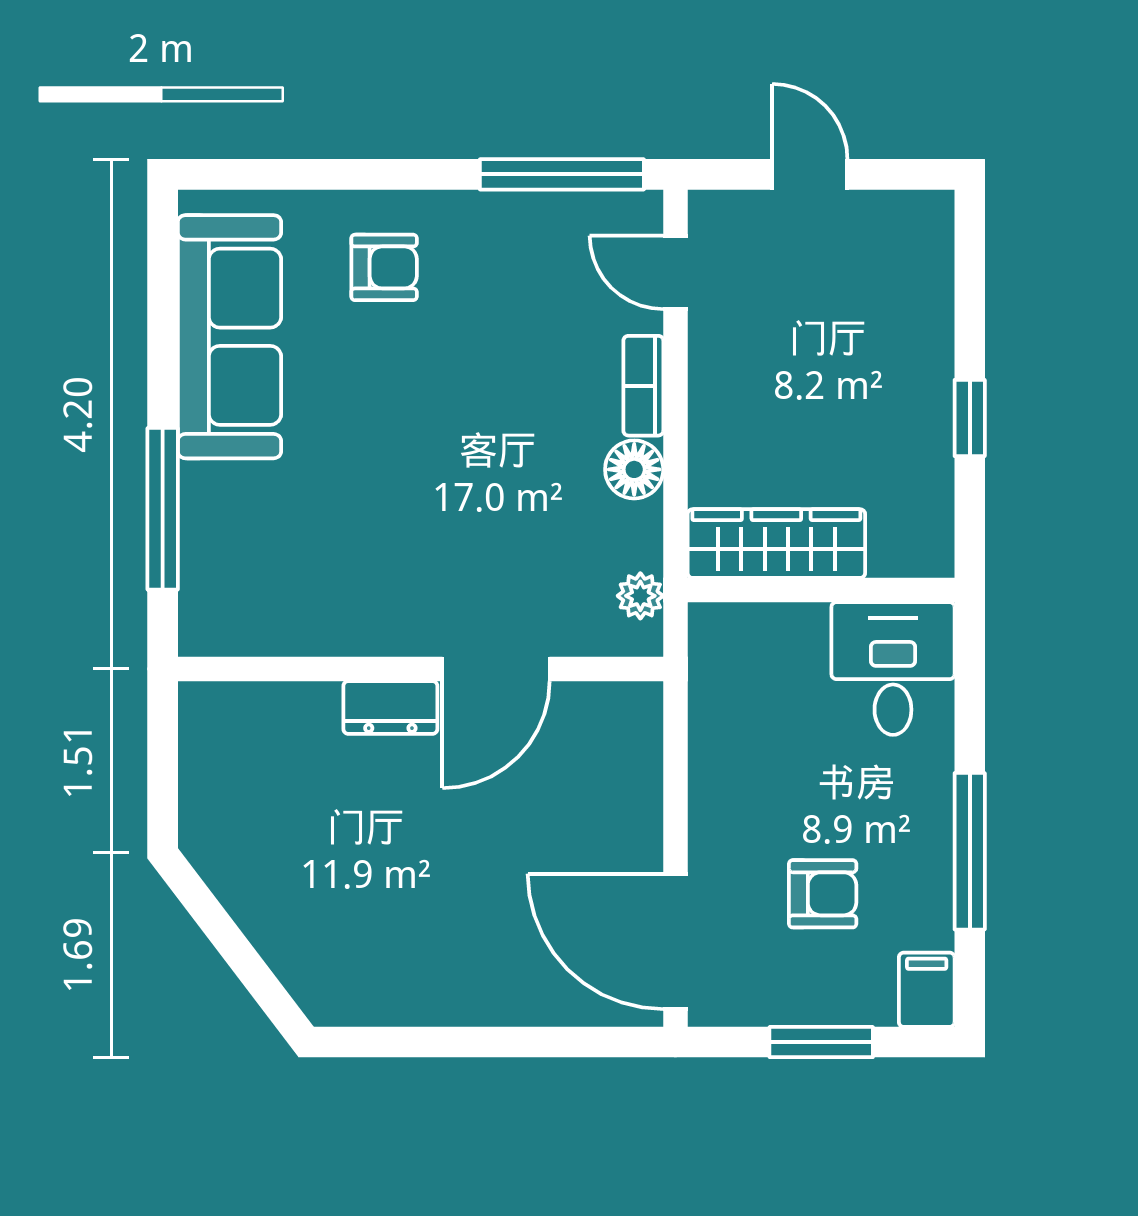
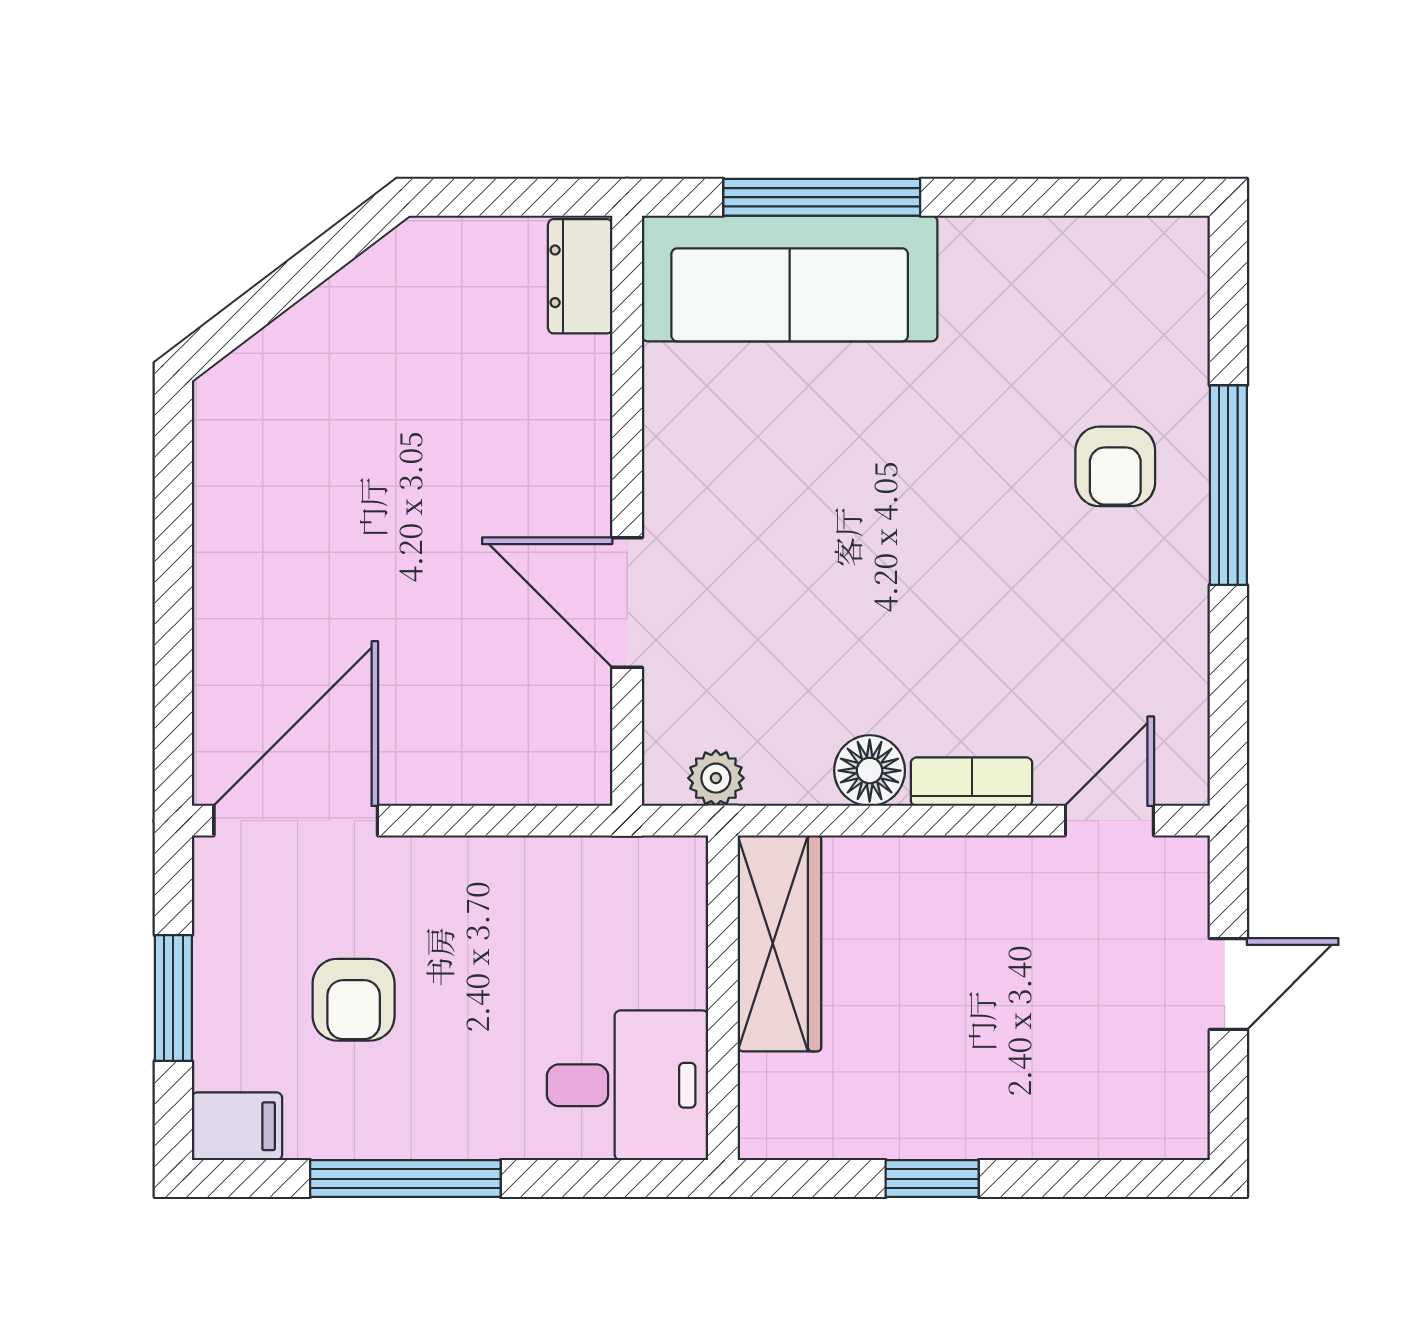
window: (562, 174) -> (1228, 485), moved
sofa: (229, 337) -> (790, 278), moved
dresser: (390, 707) -> (580, 276), moved

